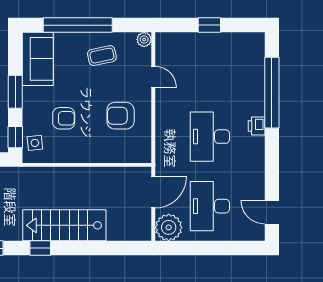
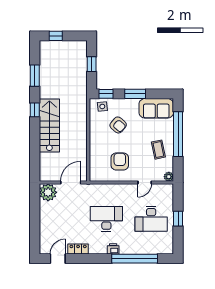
armchair: (64, 118) -> (118, 125), turned -49
locker: (257, 181) -> (78, 249), added
door: (153, 192) -> (71, 182), swing flipped
desk: (210, 206) -> (151, 219), moved, turned 180

